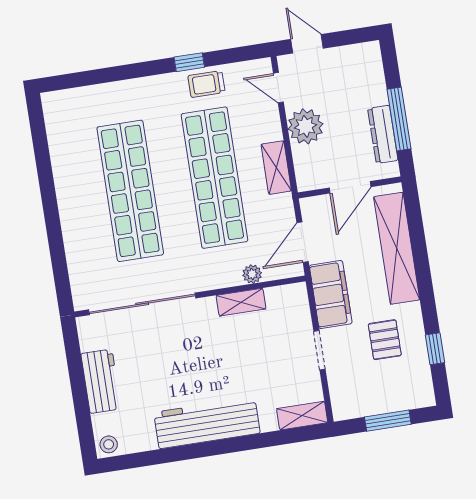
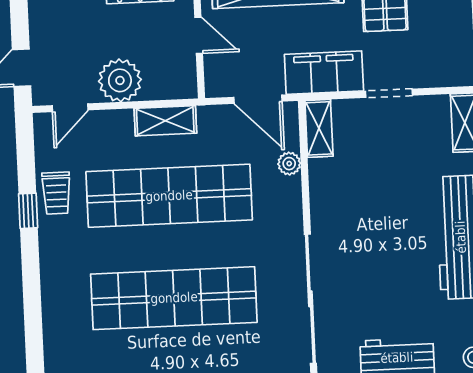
door: (350, 187) -> (199, 35), width x0.73
shelving: (241, 302) -> (319, 128), moved

